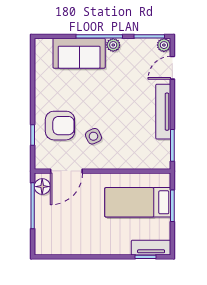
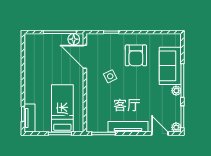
armchair: (60, 126) -> (136, 55), moved

